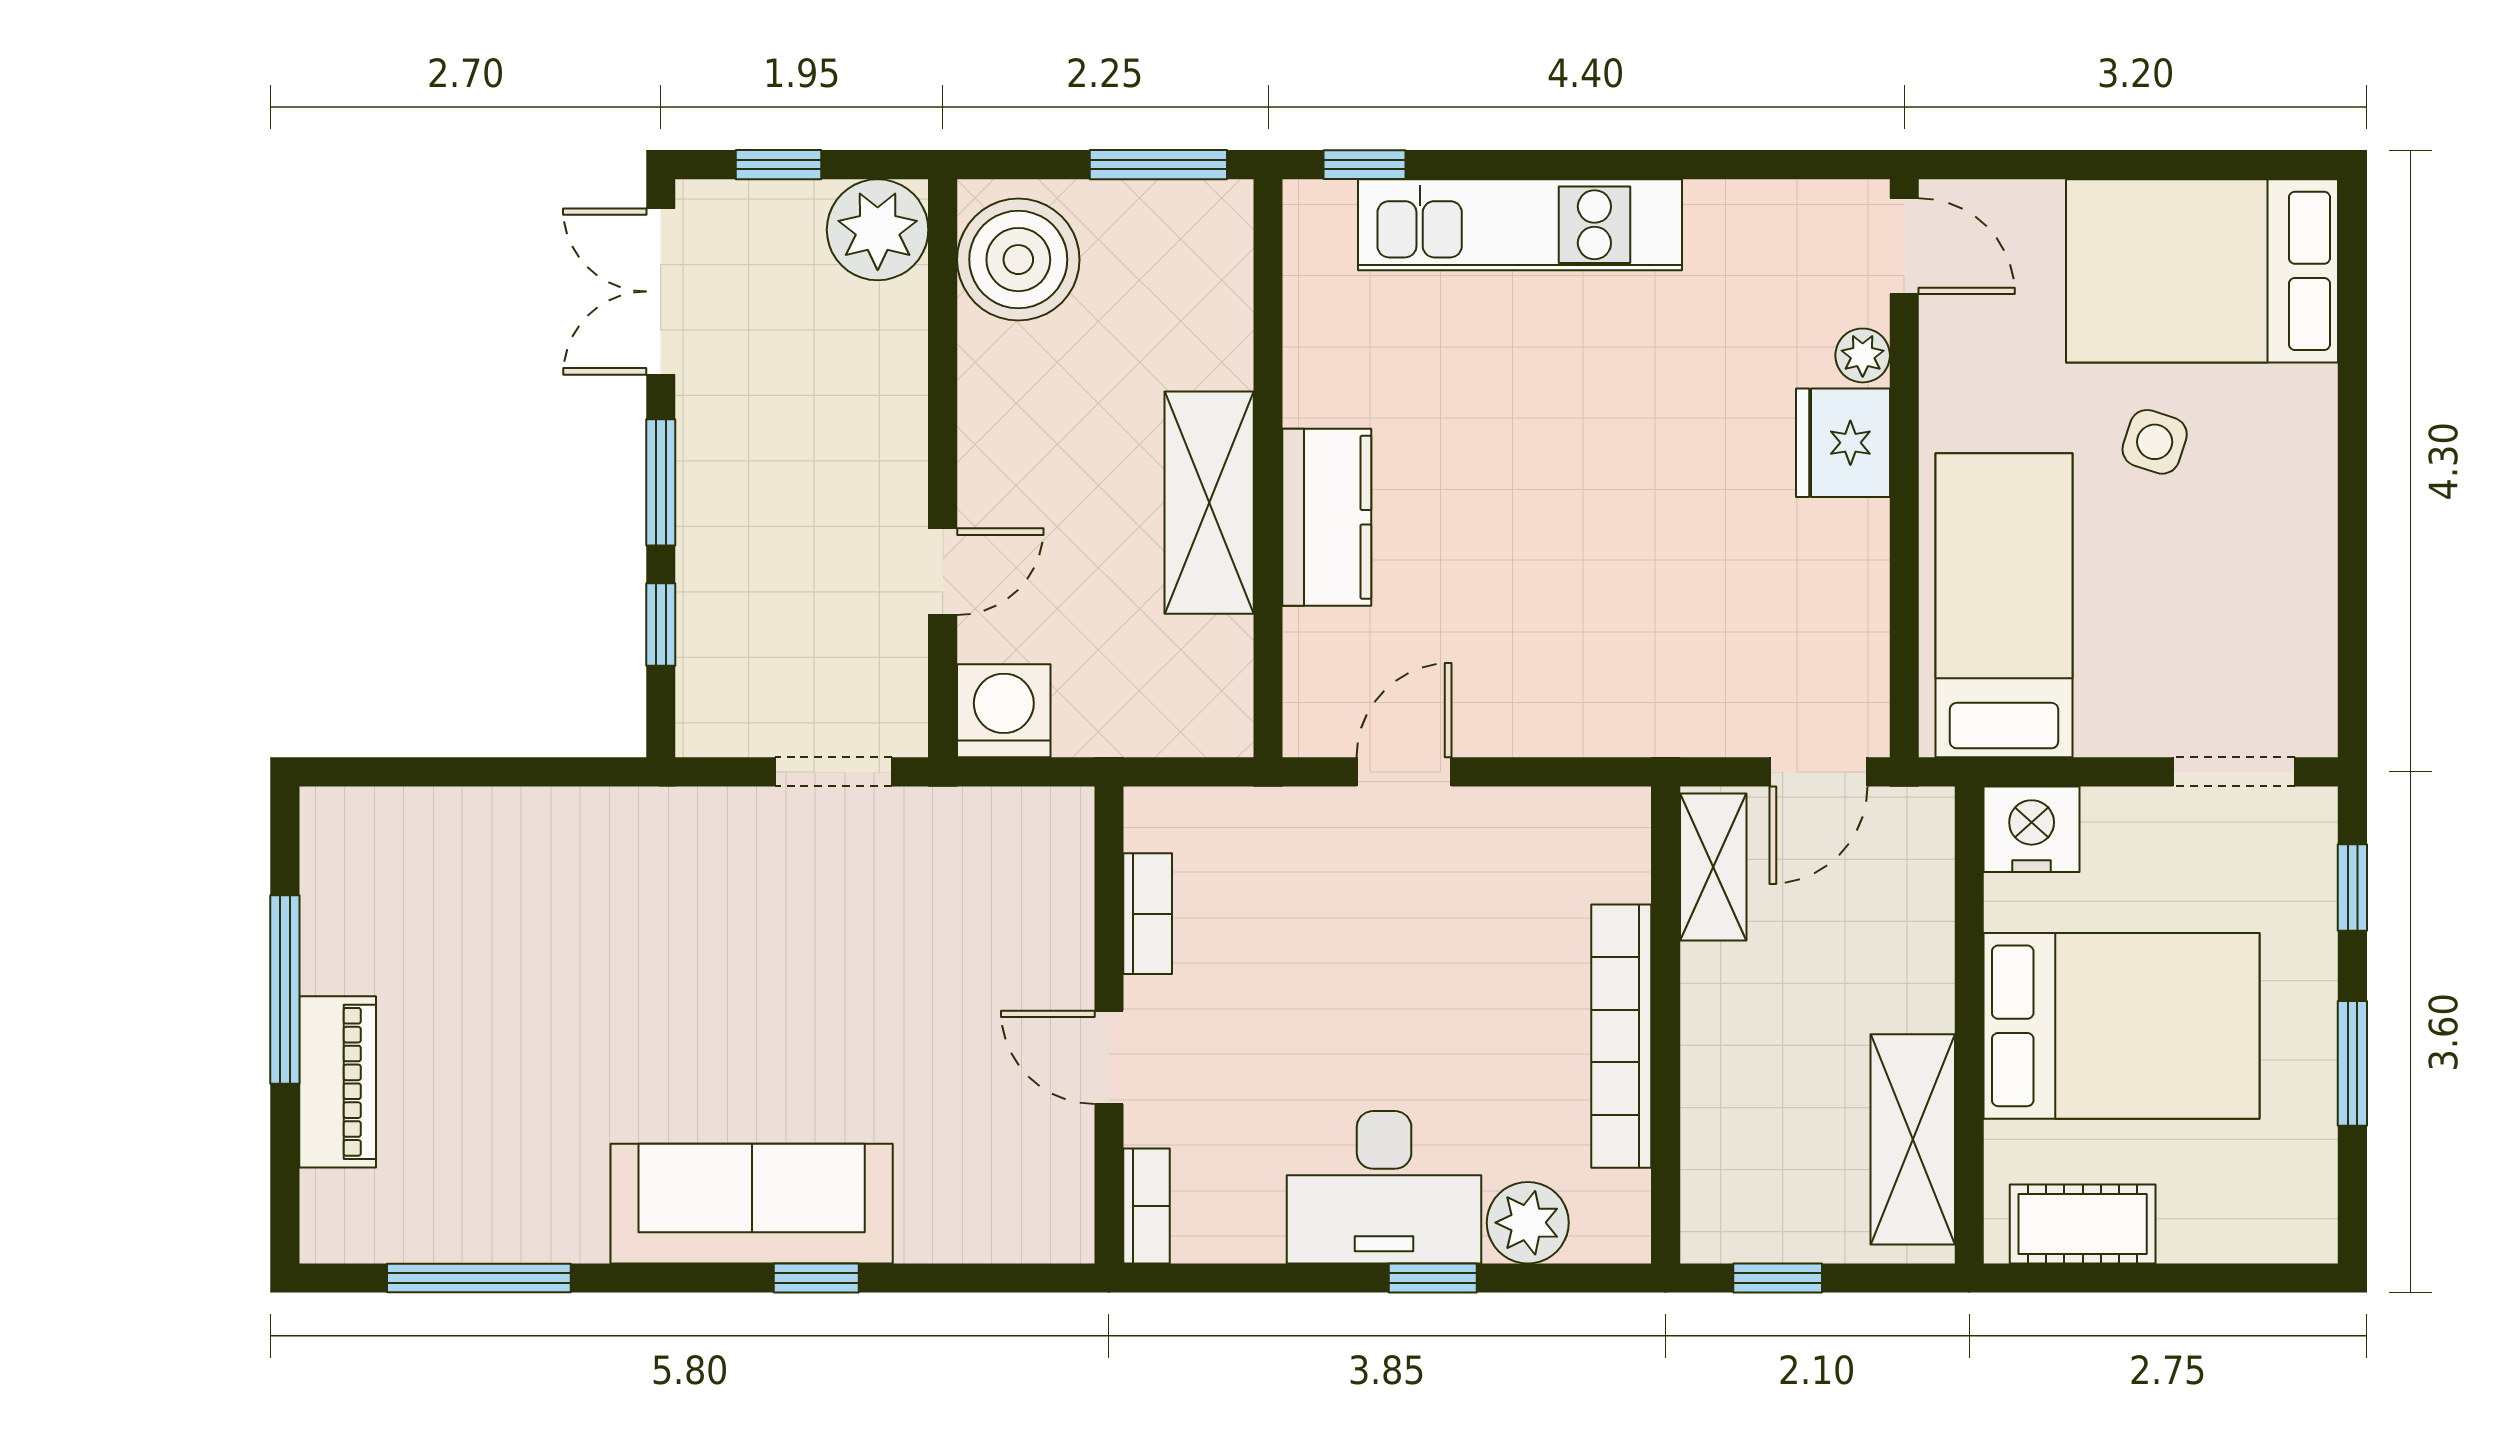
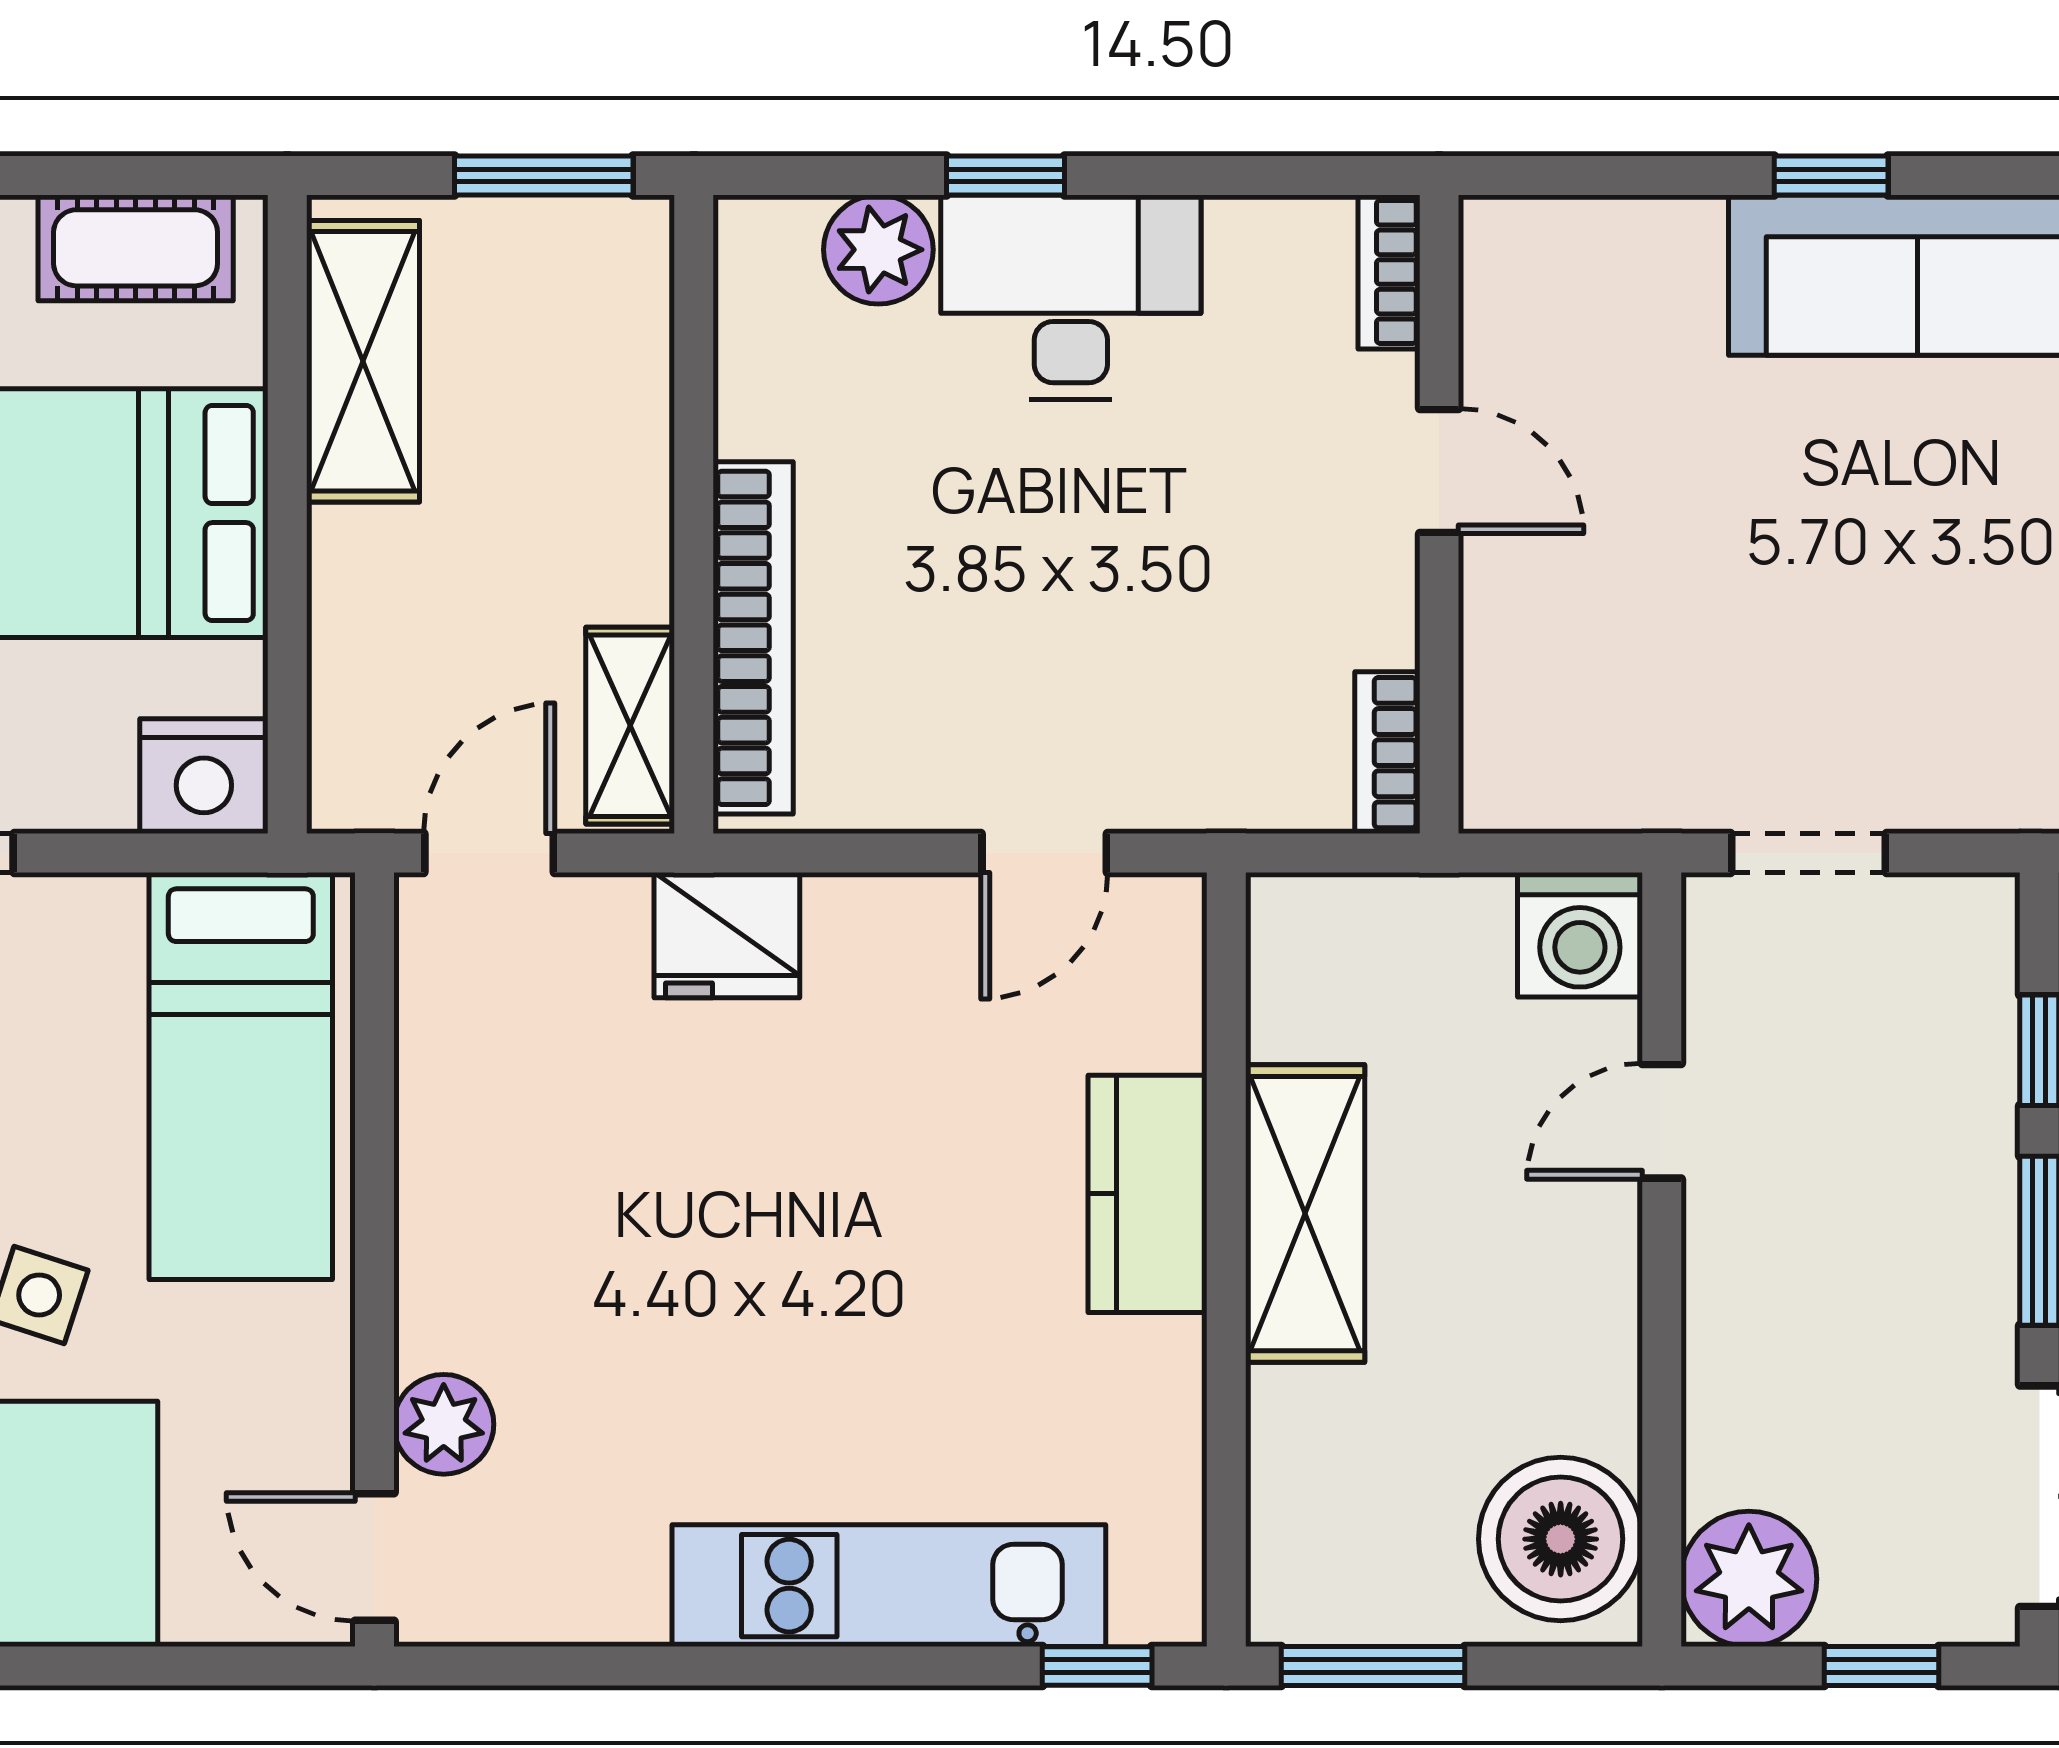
plant: (1863, 355) -> (444, 1424), width x1.38, depth x1.38
fridge: (1843, 443) -> (727, 935), moved, turned 90
bookcase: (1148, 914) -> (1387, 753), moved
bookcase: (1621, 1036) -> (753, 638), moved
window: (1778, 1278) -> (544, 175), width x1.50

